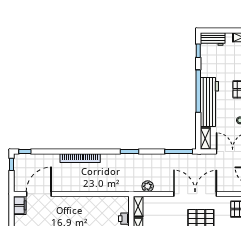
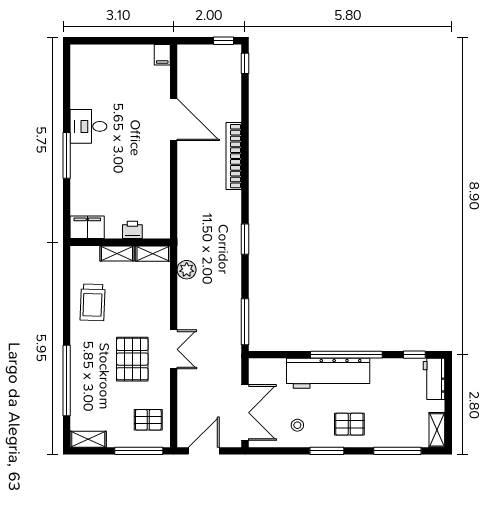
shelving: (205, 138) -> (267, 366), removed
door: (39, 194) -> (174, 120), moved
double door: (195, 194) -> (174, 349), width x0.54
filing cabinet: (20, 205) -> (162, 55), width x0.50

